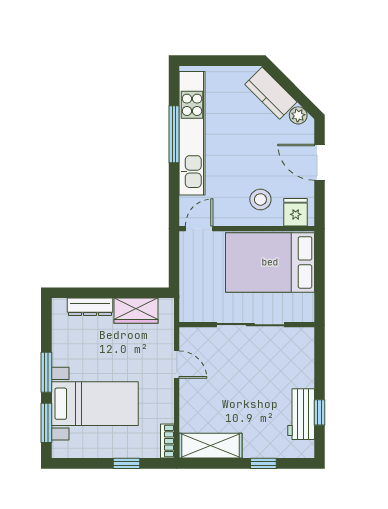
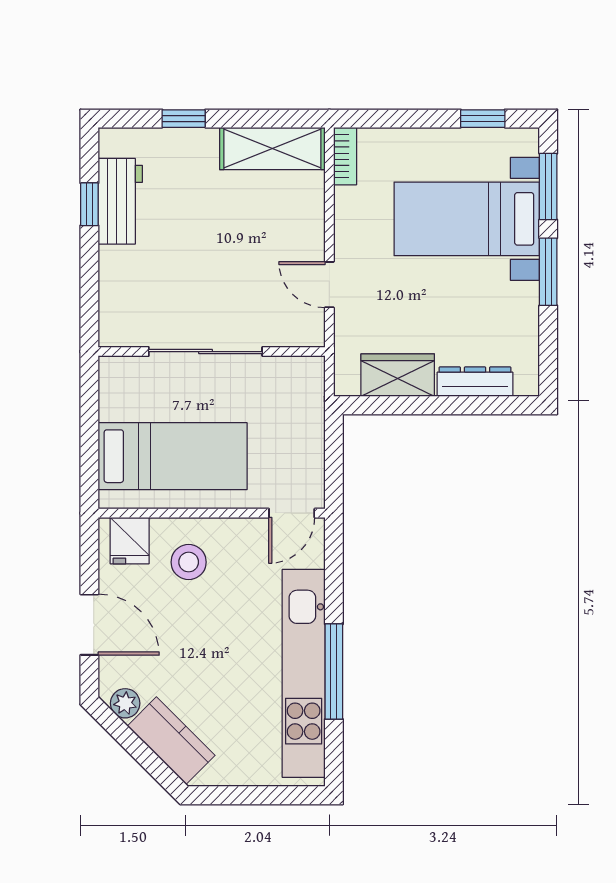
bed: (270, 262) -> (173, 456), width x0.67
window: (127, 463) -> (483, 119), moved

